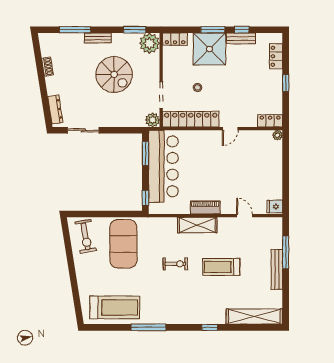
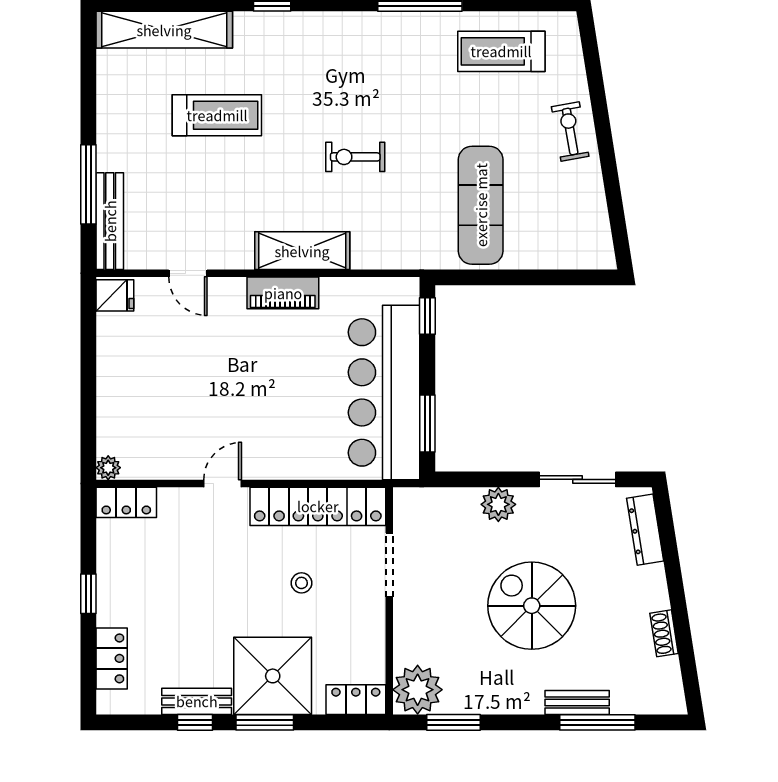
bench: (98, 38) -> (577, 703), moved
spiral stairs: (114, 74) -> (532, 606), moved
plant: (153, 120) -> (498, 504), moved
exercise bike: (86, 236) -> (570, 131), moved, width x0.73, depth x0.72
exercise mat: (123, 244) -> (481, 205), width x0.68
treadmill: (221, 267) -> (217, 115), moved
bench: (277, 269) -> (110, 221), moved
treadmill: (115, 307) -> (501, 51), width x0.73, depth x0.73

